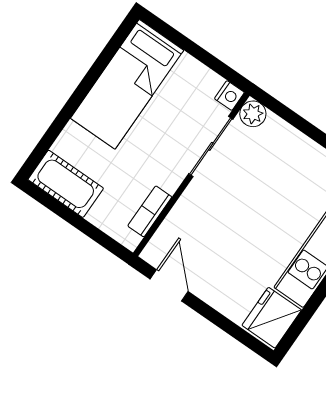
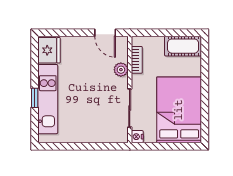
bed: (127, 84) -> (179, 110), width x1.50
plant: (253, 114) -> (121, 70), moved

